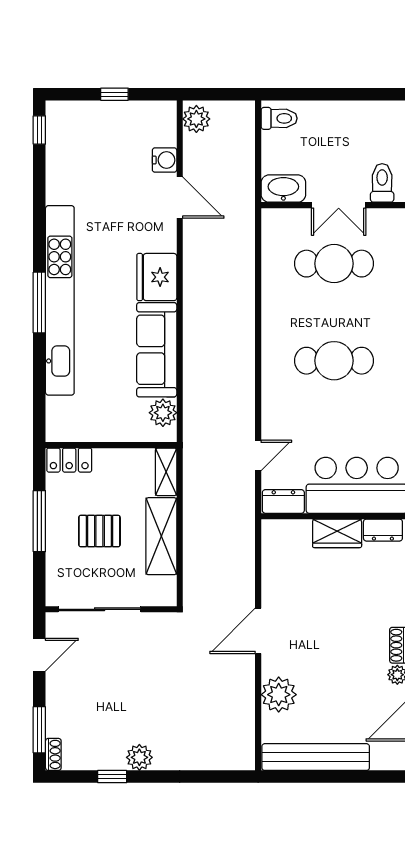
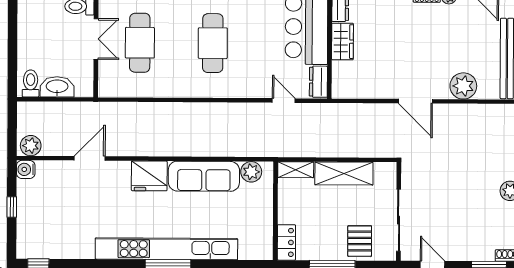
water cooler: (165, 160) -> (26, 169), moved, turned -90
washbasin: (283, 189) -> (57, 87), moved, turned 90
pallet: (99, 531) -> (360, 241), moved

